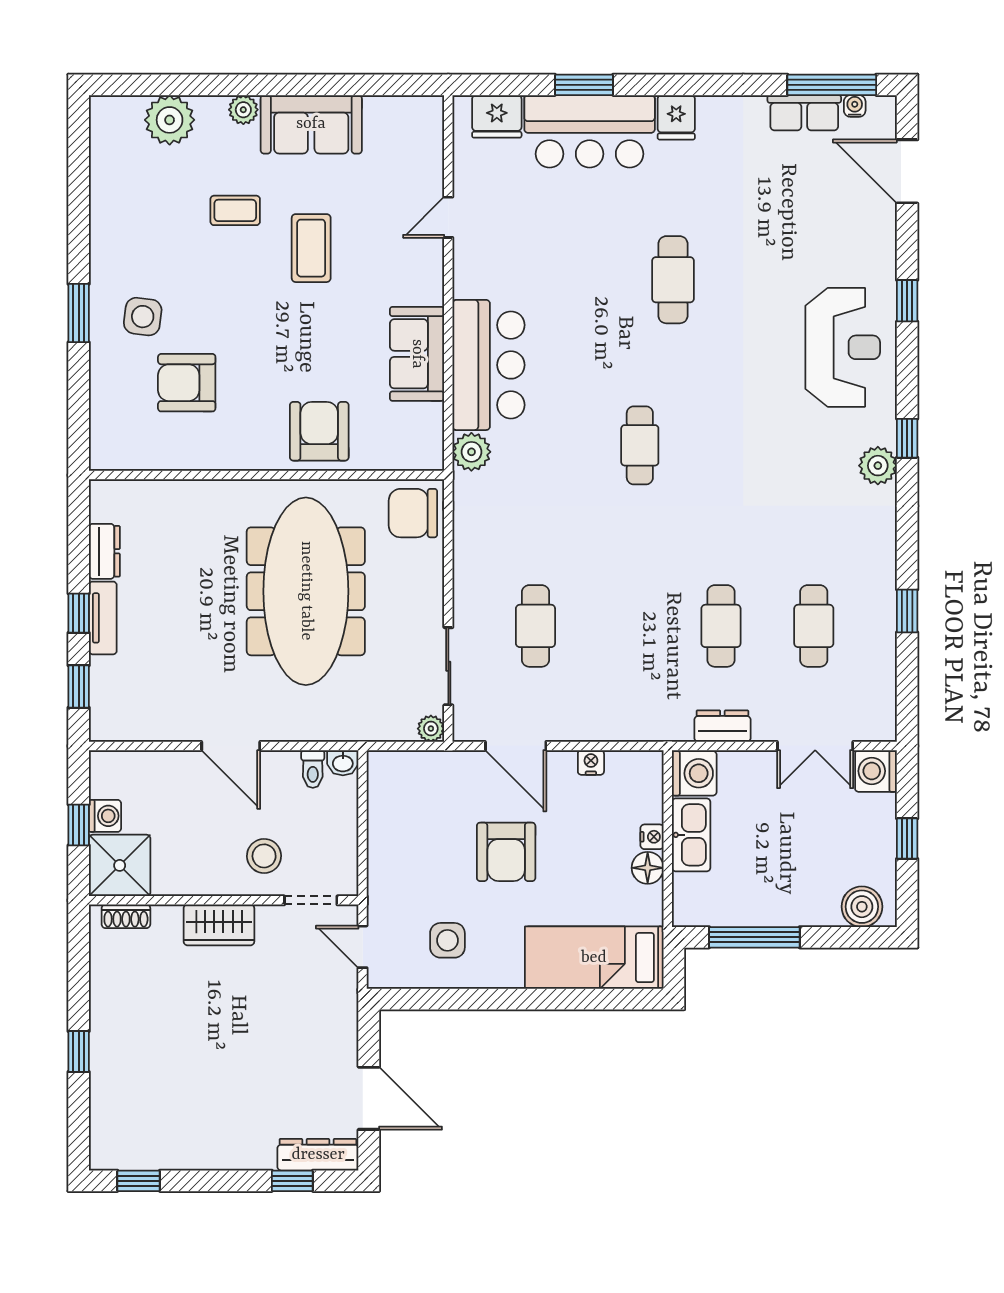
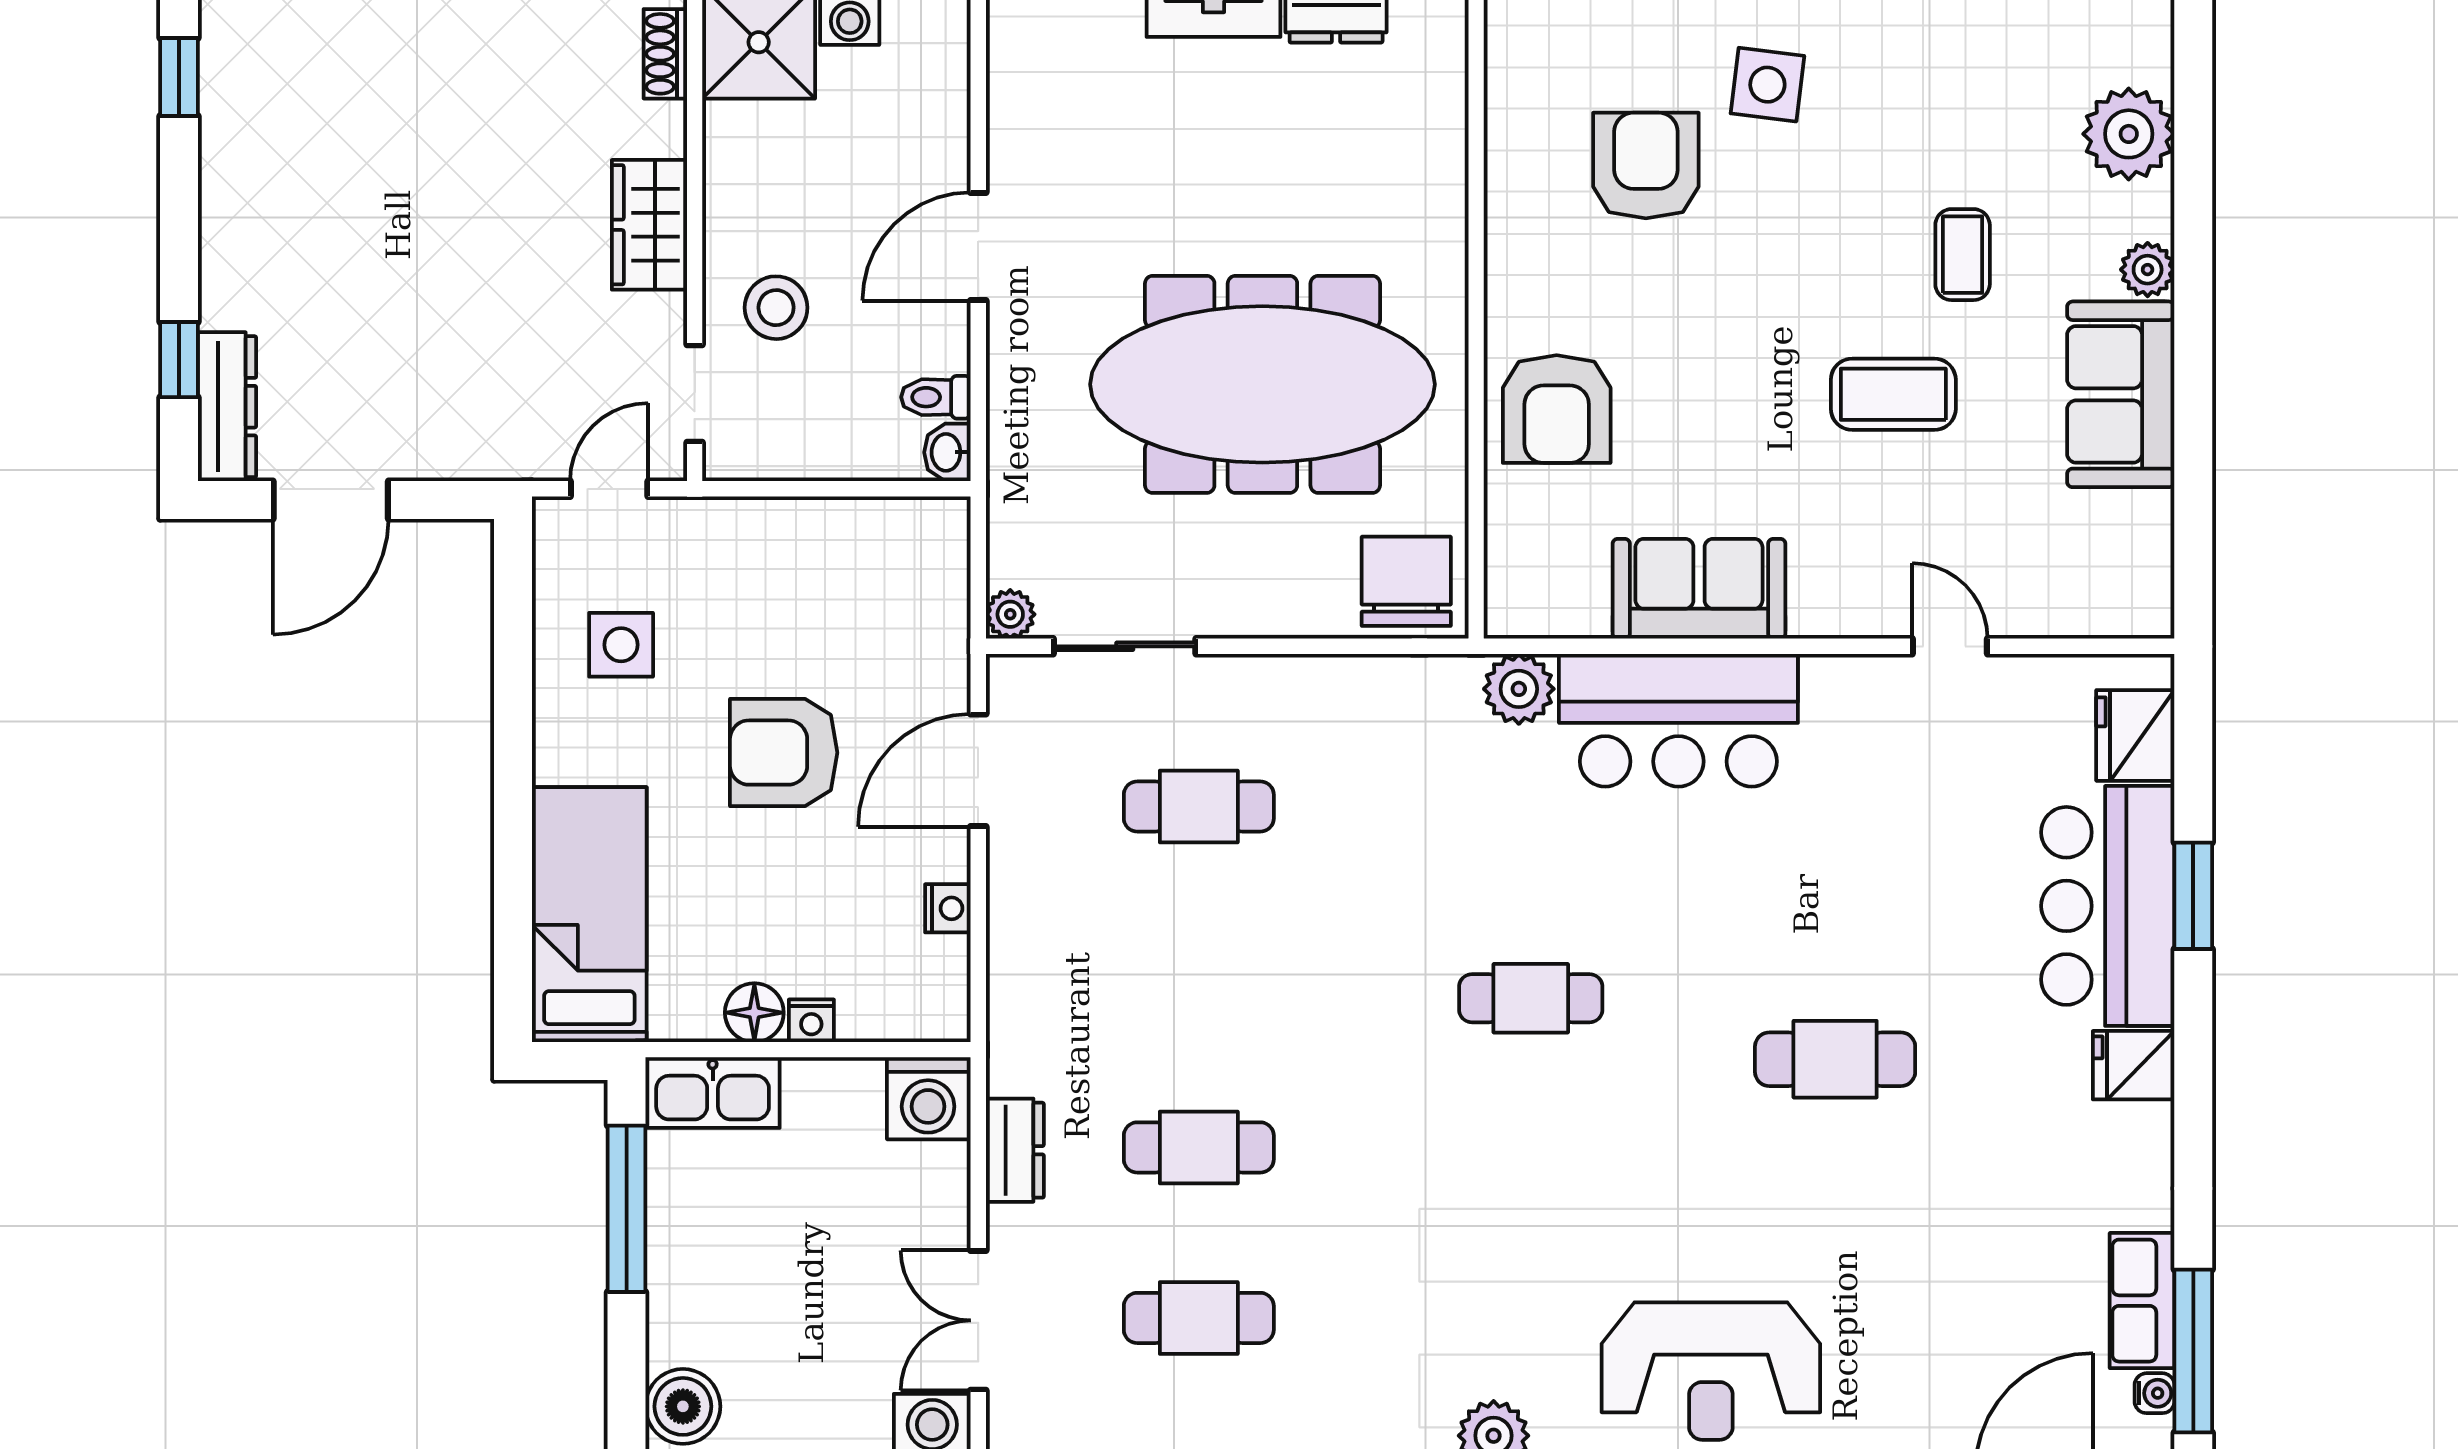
armchair: (319, 431) -> (1557, 409), turned 90
kitchen sink: (691, 835) -> (713, 1093), moved

